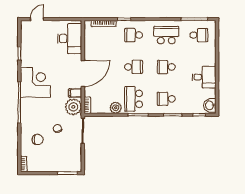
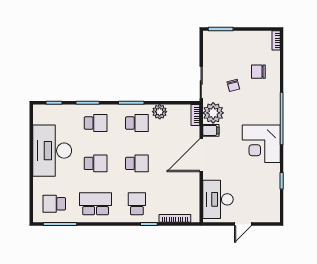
door: (37, 19) -> (243, 224), moved
school desk: (134, 35) -> (137, 204), turned -90
school desk: (166, 35) -> (96, 204), turned 180
school desk: (134, 67) -> (137, 163), turned 180
desk: (204, 77) -> (52, 151), width x1.87, depth x1.30
school desk: (134, 99) -> (137, 123), width x0.54
washbasin: (210, 105) -> (40, 115), removed

